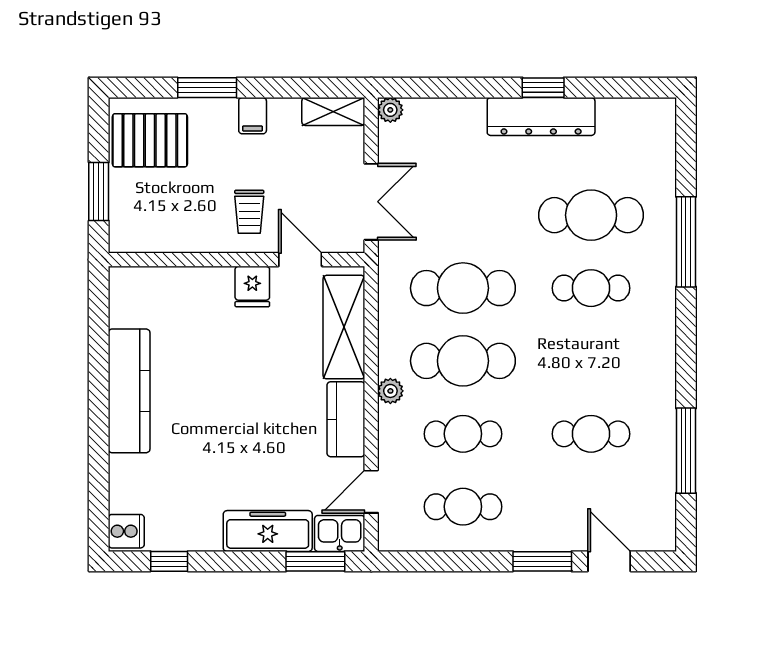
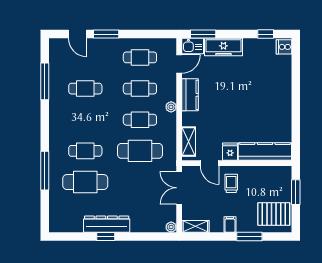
shelving: (344, 327) -> (189, 142), width x0.67, depth x0.75
cafe table: (463, 361) -> (140, 120), width x0.73, depth x0.74
kitchen counter: (129, 391) -> (265, 151), moved, turned 90

